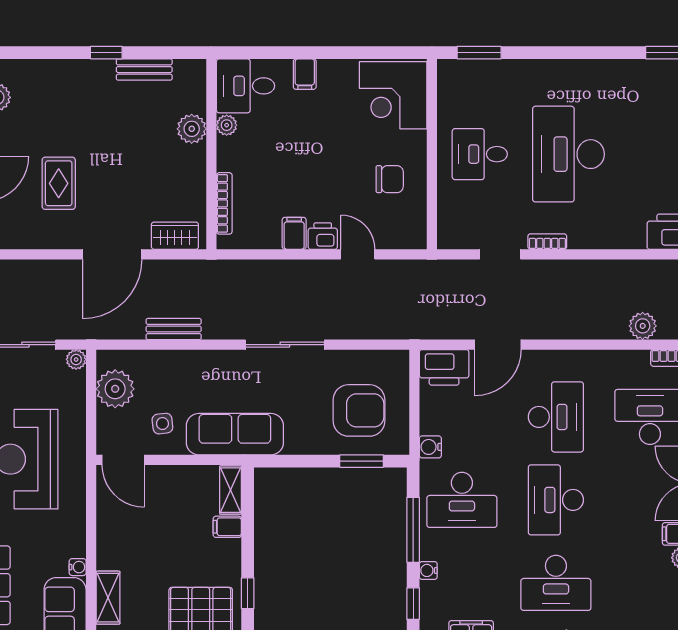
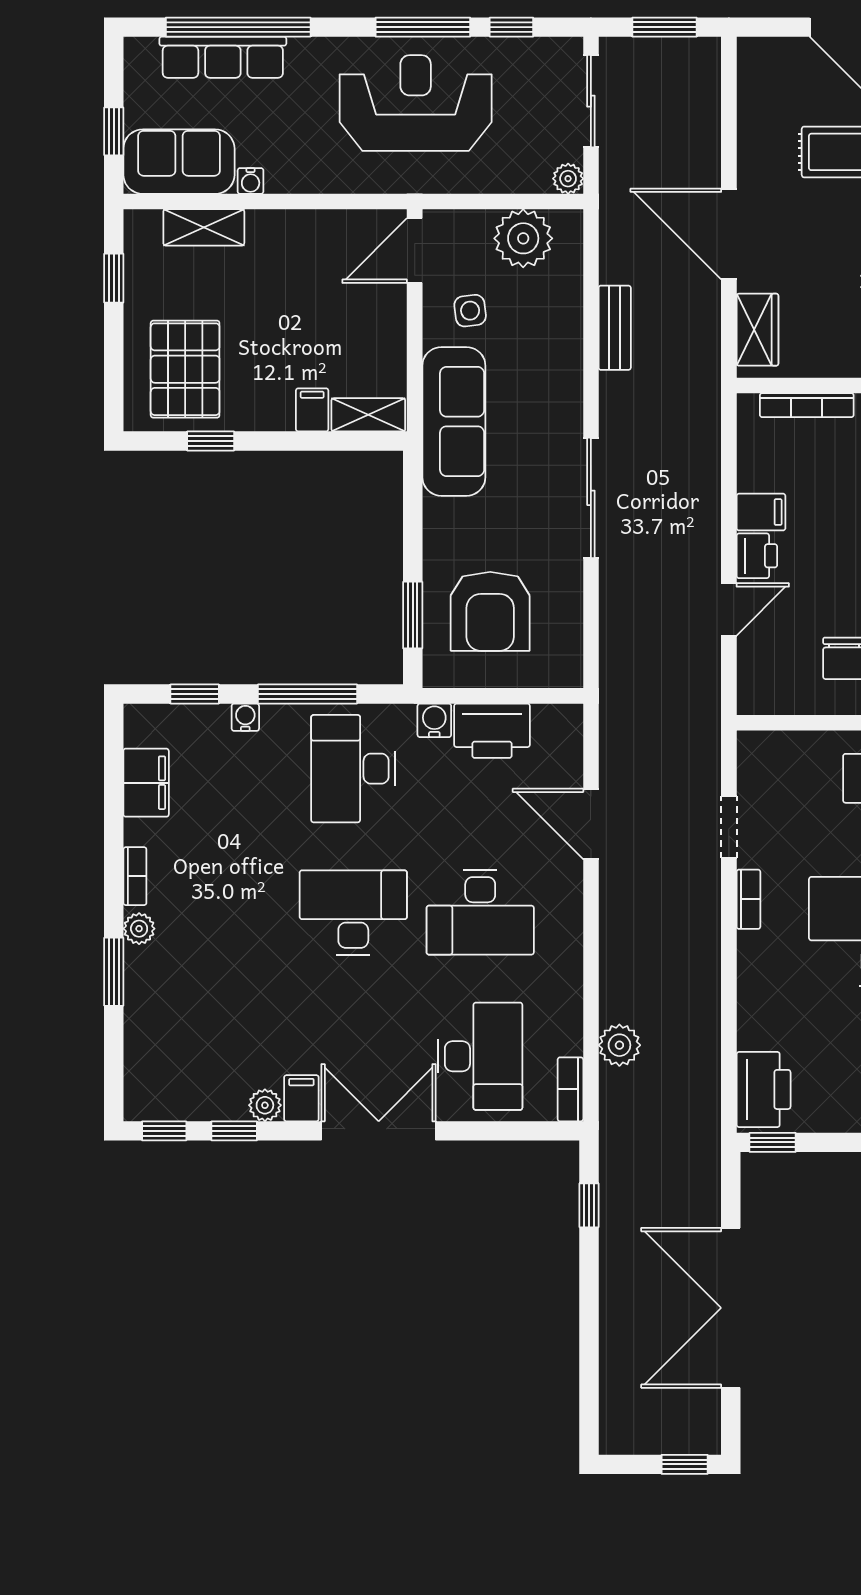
printer: (444, 367) -> (492, 731), moved, turned -90
desk: (556, 583) -> (226, 912), removed

